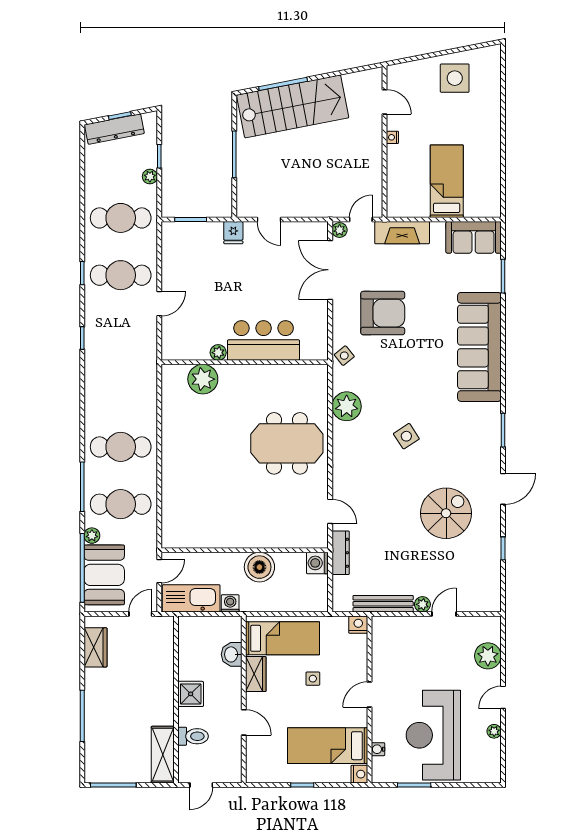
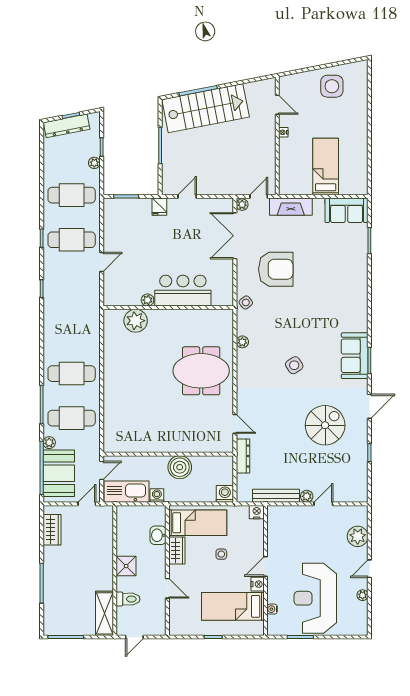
door: (269, 220) -> (187, 196), swing flipped
sofa: (479, 347) -> (355, 356), moved, width x0.54, depth x0.79
plant: (347, 406) -> (242, 342), width x0.53, depth x0.53
washing machine: (317, 563) -> (225, 494), moved, turned 90
nightstand: (359, 774) -> (258, 584), moved

